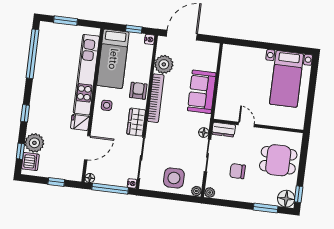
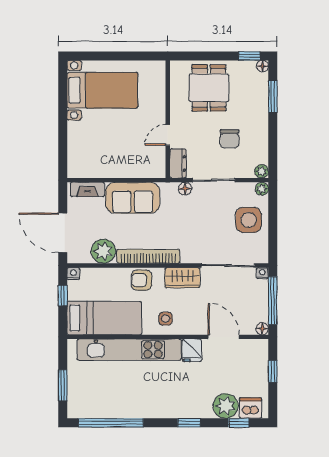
fireplace: (212, 58) -> (87, 189), added
floor lamp: (286, 199) -> (262, 66), width x0.53, depth x0.53

